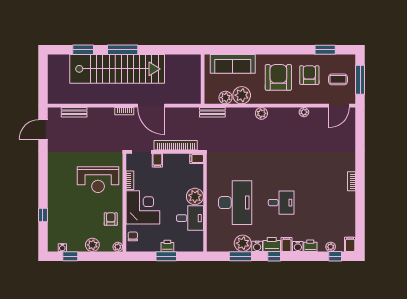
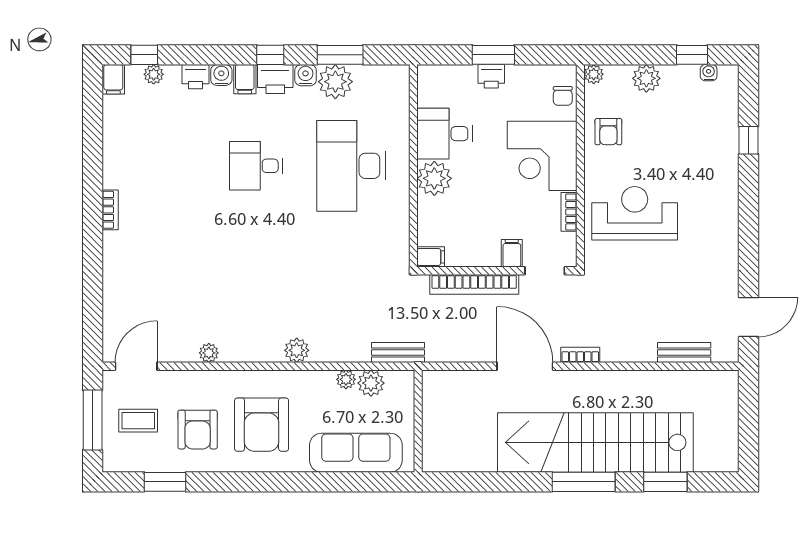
plant: (242, 95) -> (346, 379), width x0.53, depth x0.53

